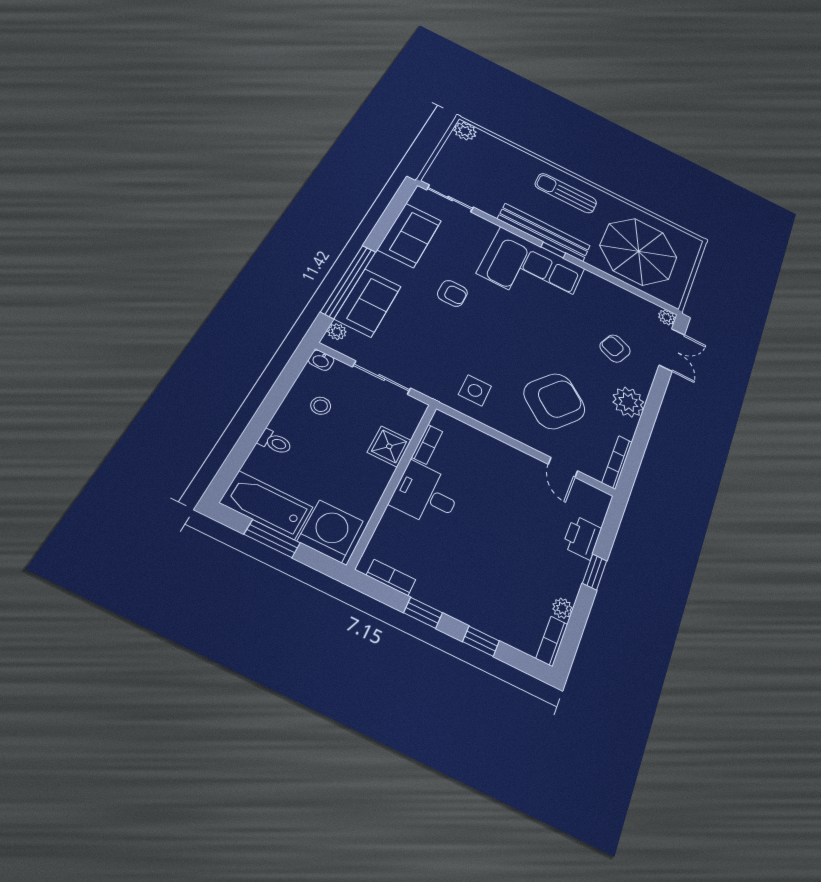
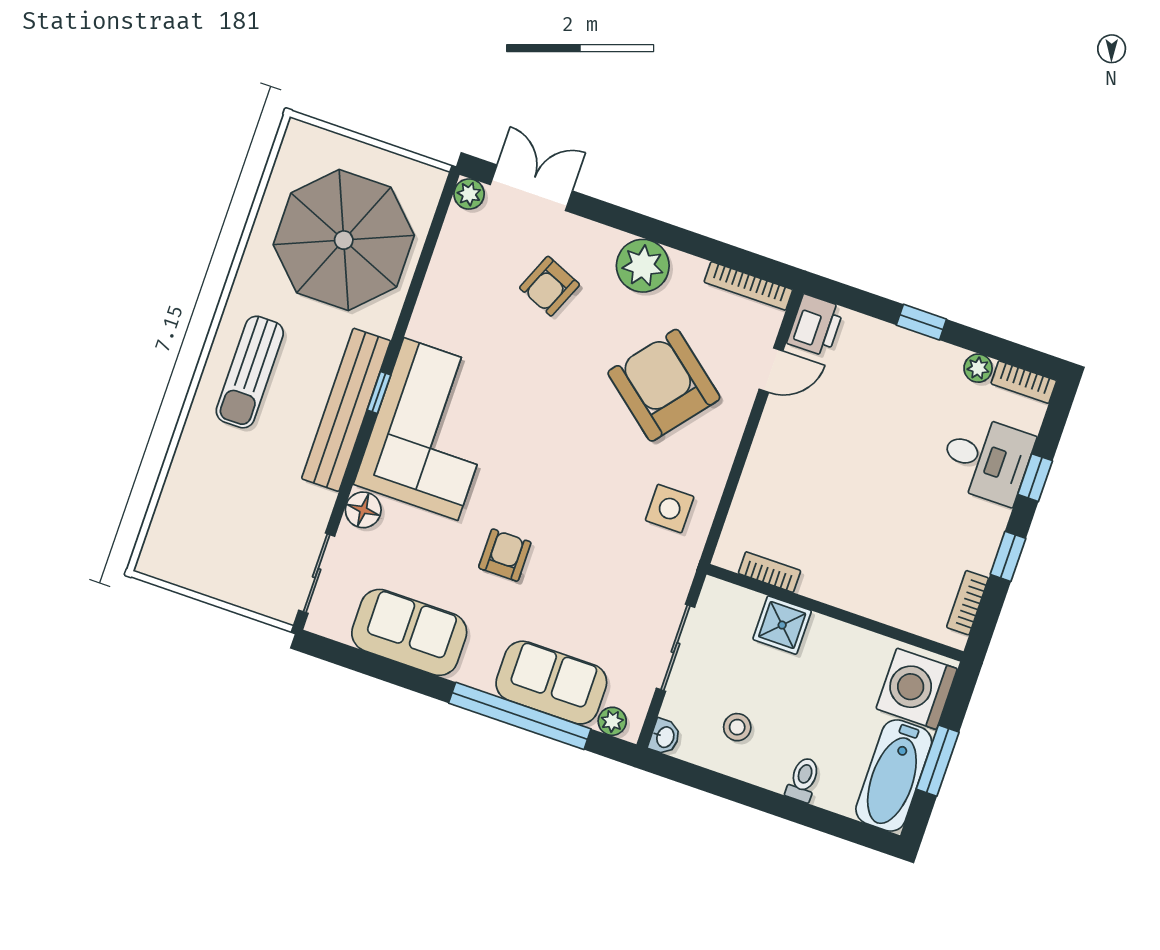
plant: (465, 131) -> (159, 558), removed
floor lamp: (485, 228) -> (363, 510), added
desk: (426, 495) -> (986, 459), moved, turned -90
printer: (582, 537) -> (815, 325), moved, turned -90

